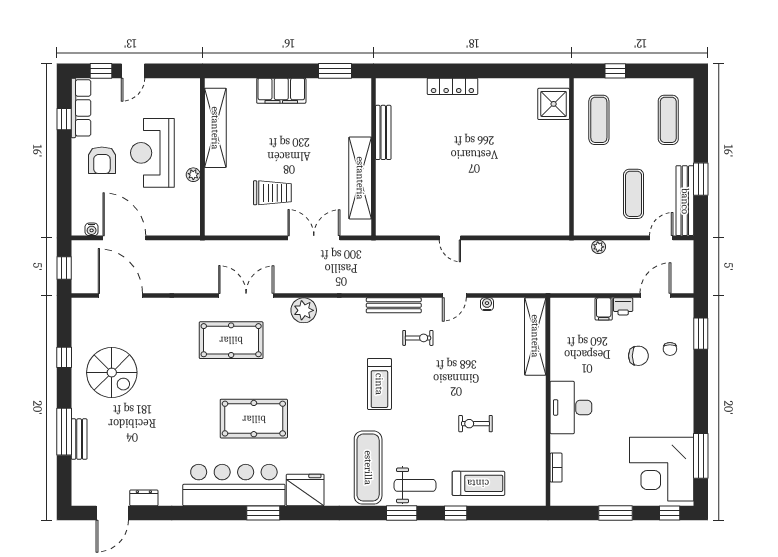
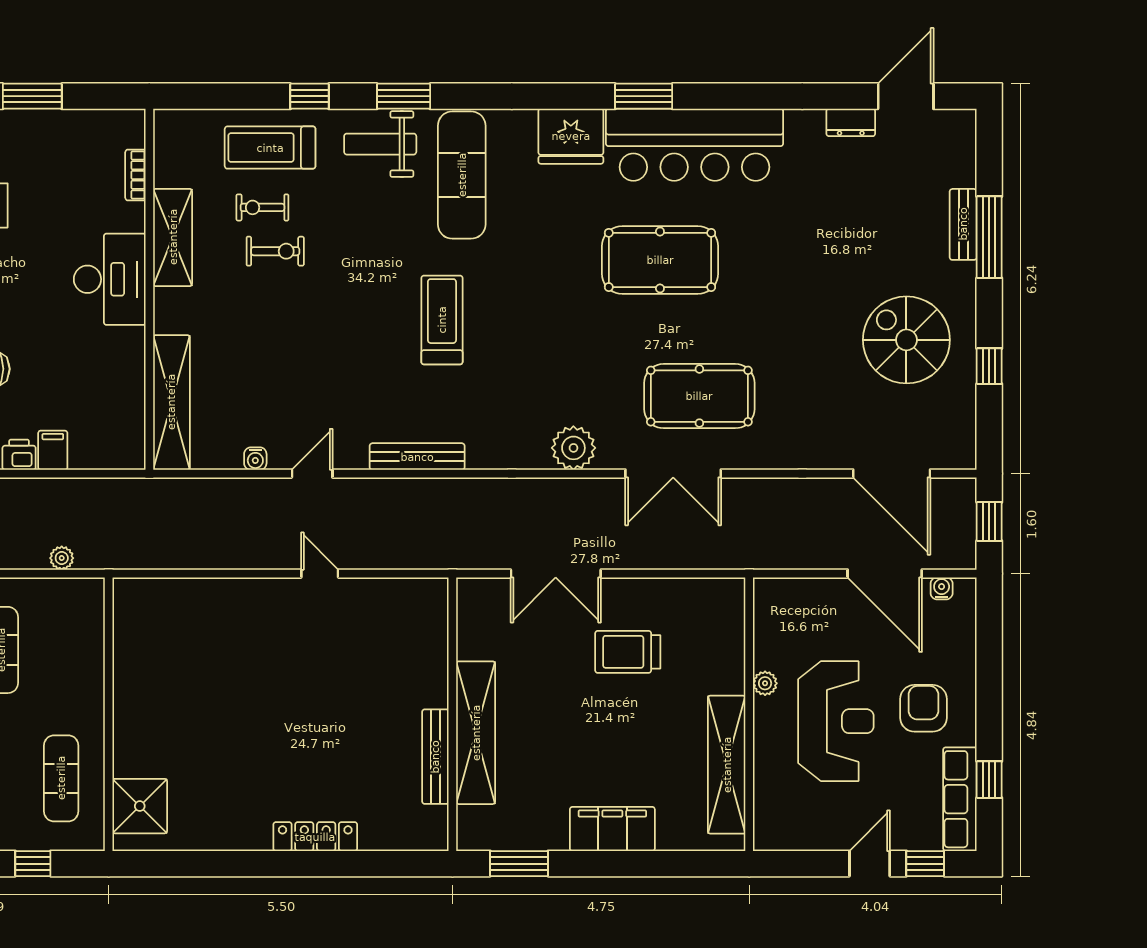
shelving: (360, 178) -> (476, 733), moved
exercise bike: (418, 338) -> (262, 207), moved
shelving: (535, 432) -> (173, 237), added

